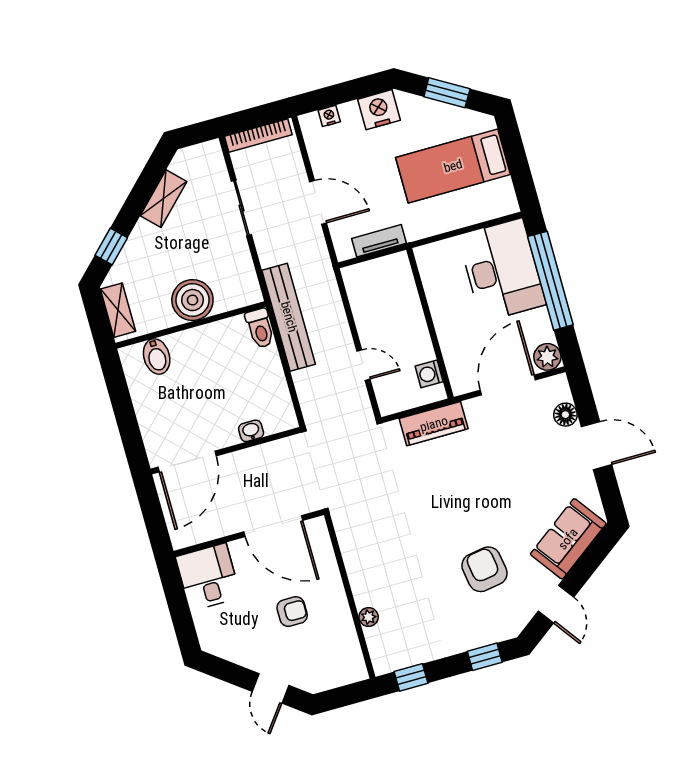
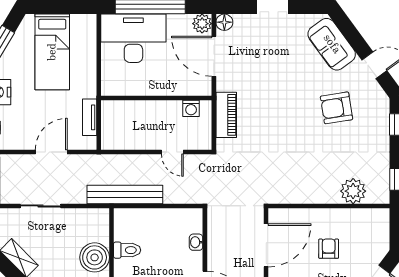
toilet: (260, 328) -> (127, 250), moved
door: (363, 365) -> (172, 152), swing flipped
floor lamp: (565, 415) -> (224, 22), moved
plant: (369, 617) -> (353, 191), width x1.87, depth x1.87

